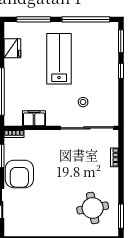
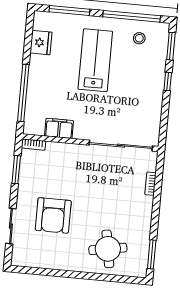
stool: (83, 102) -> (139, 38), moved
armchair: (19, 174) -> (53, 215), moved
round table: (93, 208) -> (108, 249), moved

